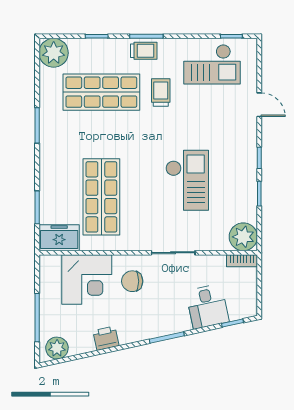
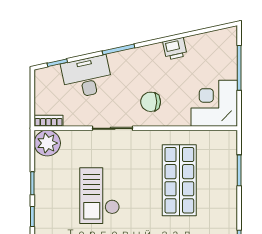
freezer: (59, 238) -> (219, 142), removed
corner desk: (87, 280) -> (214, 103), moved
chair: (132, 281) -> (151, 102), turned 180
desk: (207, 306) -> (87, 77), width x1.37
plant: (57, 348) -> (221, 40), removed

